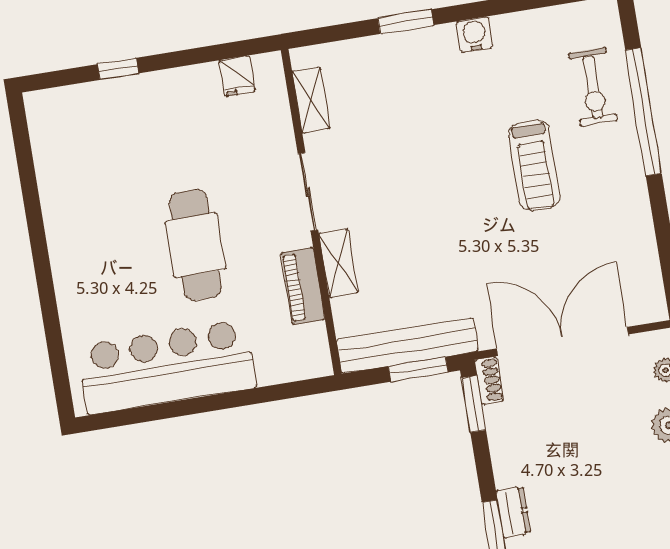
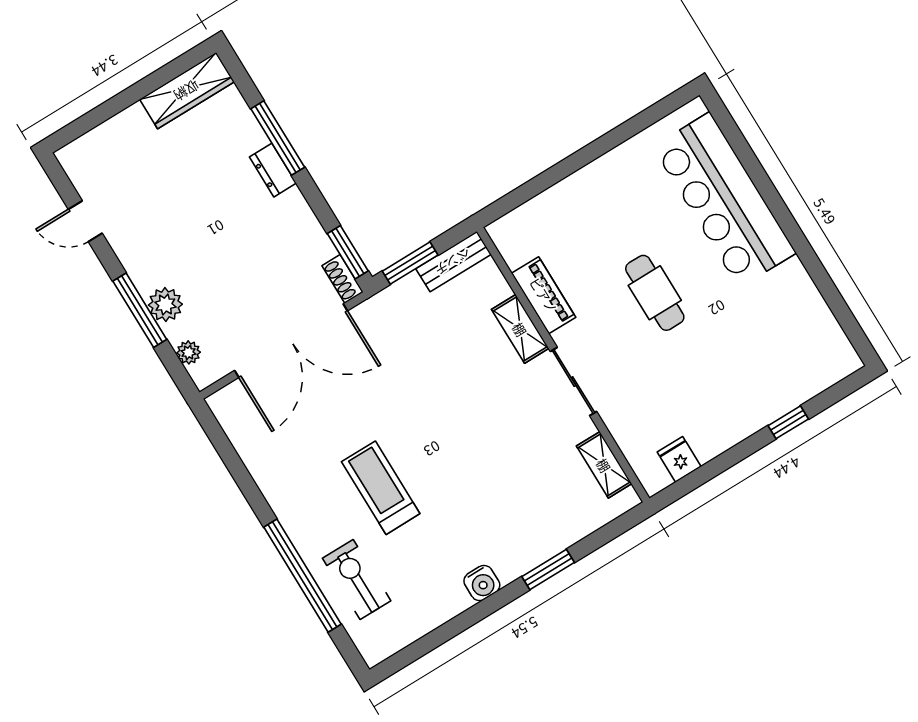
cafe table: (195, 245) -> (655, 293), width x0.73, depth x0.74
bench: (407, 346) -> (453, 262), width x0.54, depth x0.82
bar counter: (167, 367) -> (724, 200), moved, turned 90

